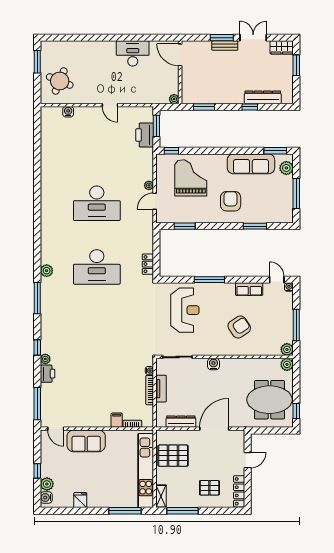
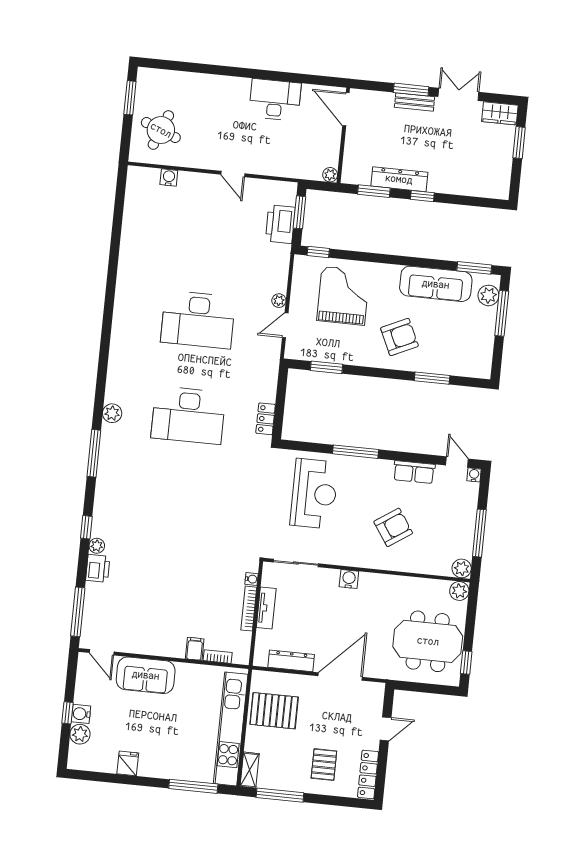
dresser: (263, 97) -> (399, 179), moved
window: (250, 107) -> (422, 196), moved
window: (296, 194) -> (502, 313), moved
armchair: (231, 201) -> (399, 337), turned 65
pallet: (209, 488) -> (324, 765), turned 90
water cooler: (46, 498) -> (81, 714), moved

